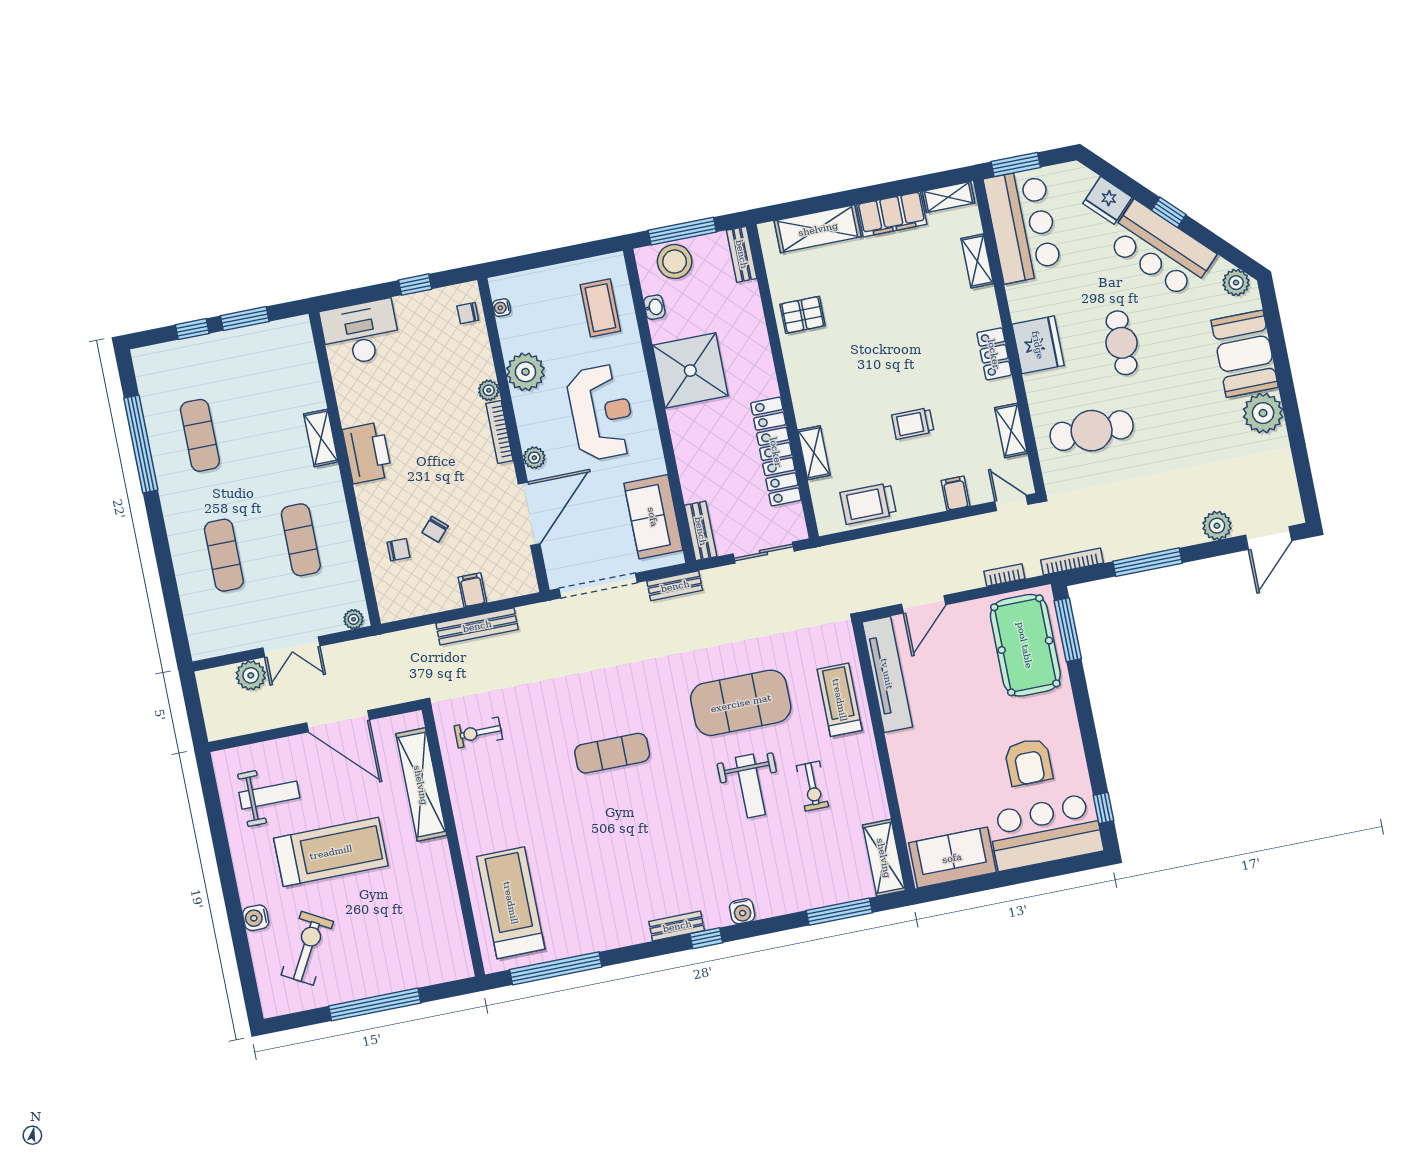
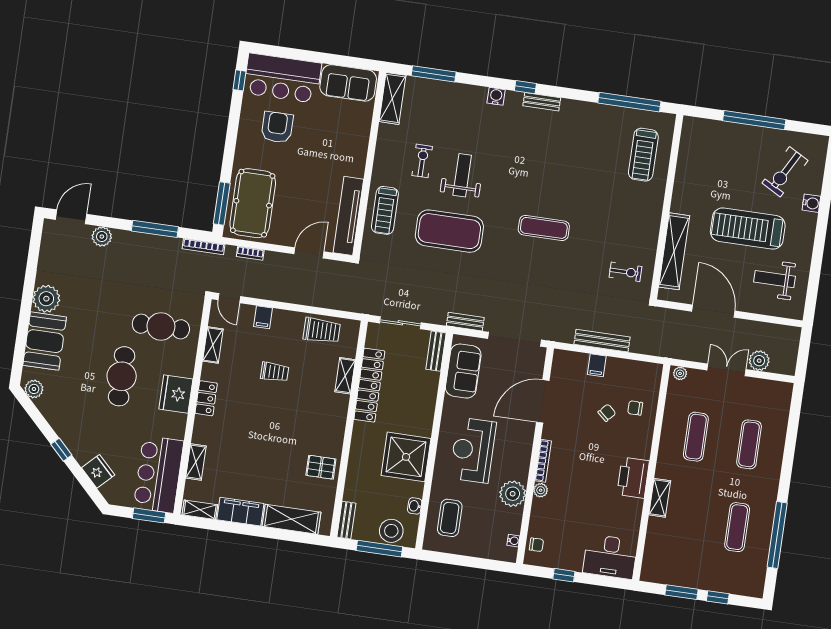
bar counter: (1160, 249) -> (75, 428), removed
cafe table: (1122, 343) -> (122, 376), width x1.37, depth x1.35
plant: (534, 458) -> (527, 436), removed
treadmill: (511, 903) -> (643, 155), width x0.73, depth x0.73

